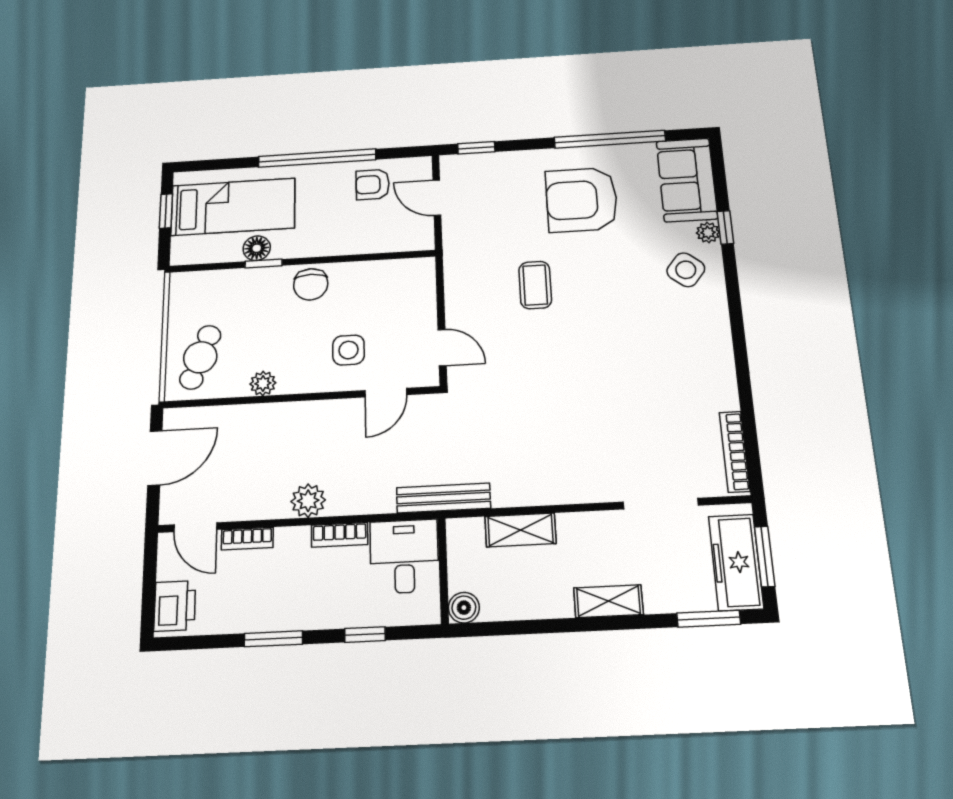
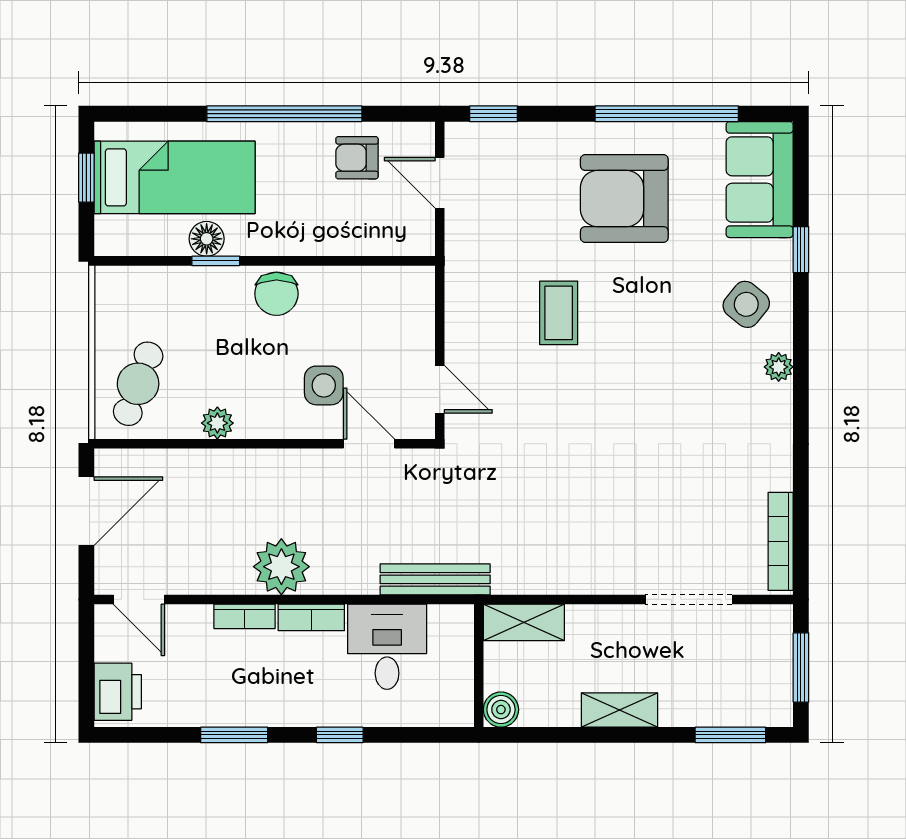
plant: (708, 232) -> (779, 367), moved
door: (386, 393) -> (369, 444), swing flipped
plant: (308, 501) -> (281, 567), width x1.36, depth x1.36
bookcase: (247, 539) -> (245, 616), moved
freezer: (736, 562) -> (768, 672), removed
wall: (443, 571) -> (479, 666), moved
boiler: (464, 608) -> (501, 710), moved

